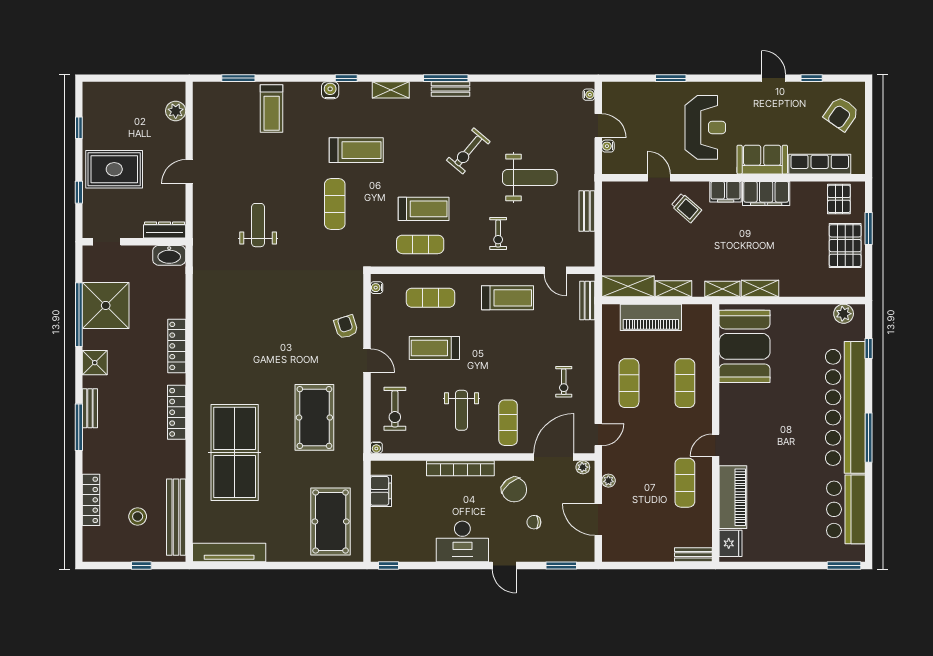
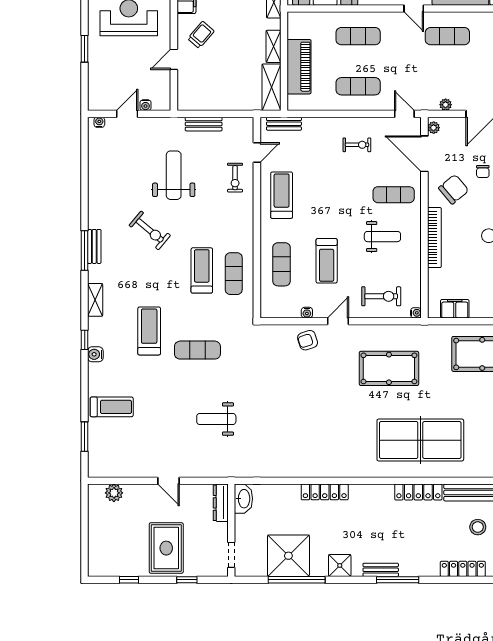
exercise bike: (498, 233) -> (235, 178), moved, turned 90
water cooler: (377, 288) -> (307, 313), moved
locker: (177, 412) -> (418, 492), moved

